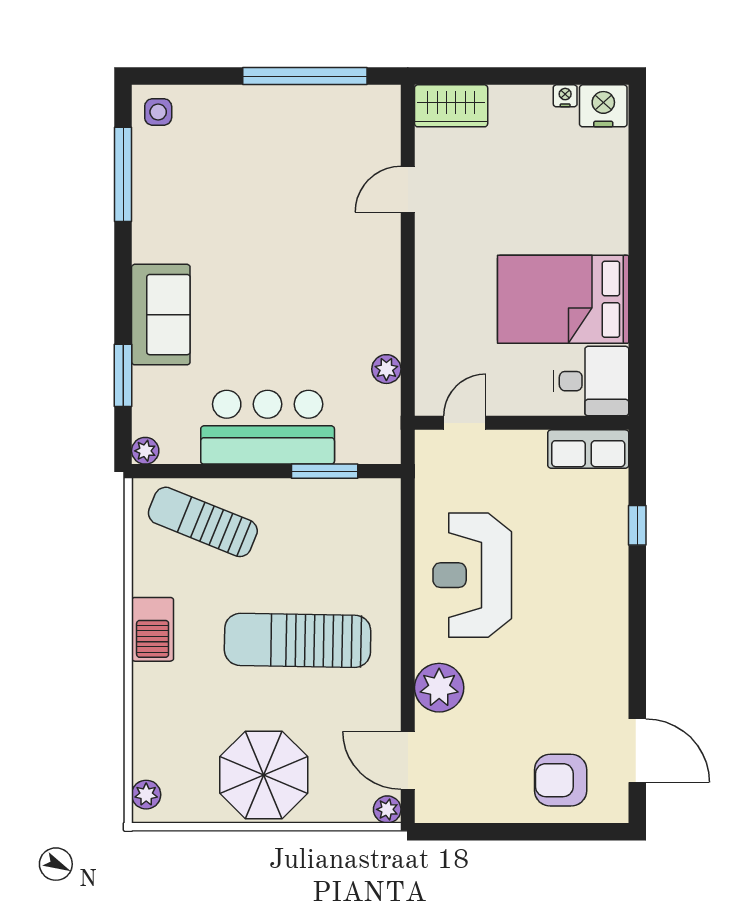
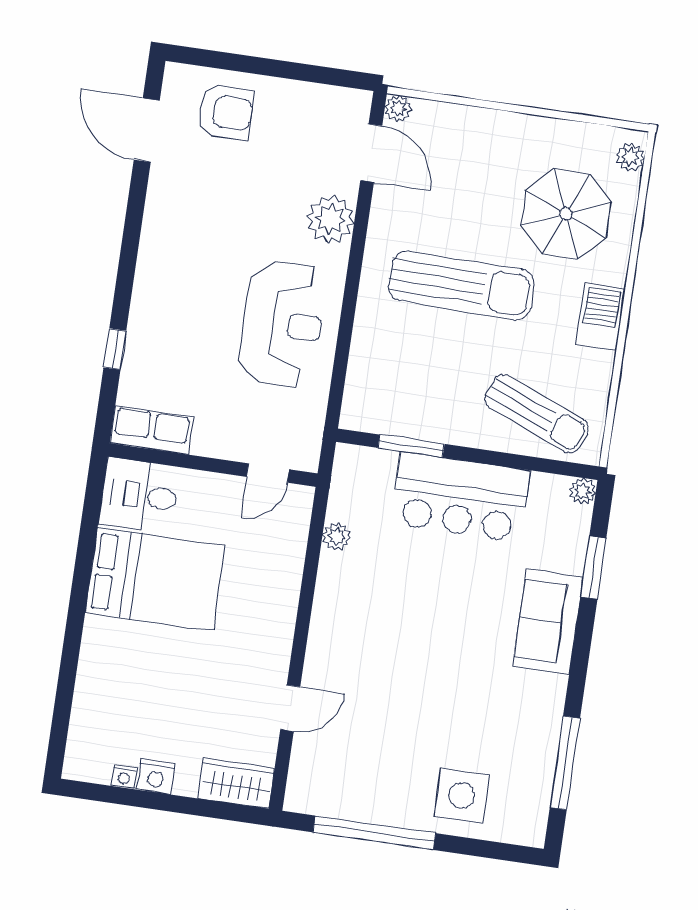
nightstand: (603, 106) -> (156, 777), moved, width x0.74, depth x0.75
side table: (158, 112) -> (462, 795), moved, width x1.87, depth x1.87
parasol: (264, 775) -> (566, 214), moved

